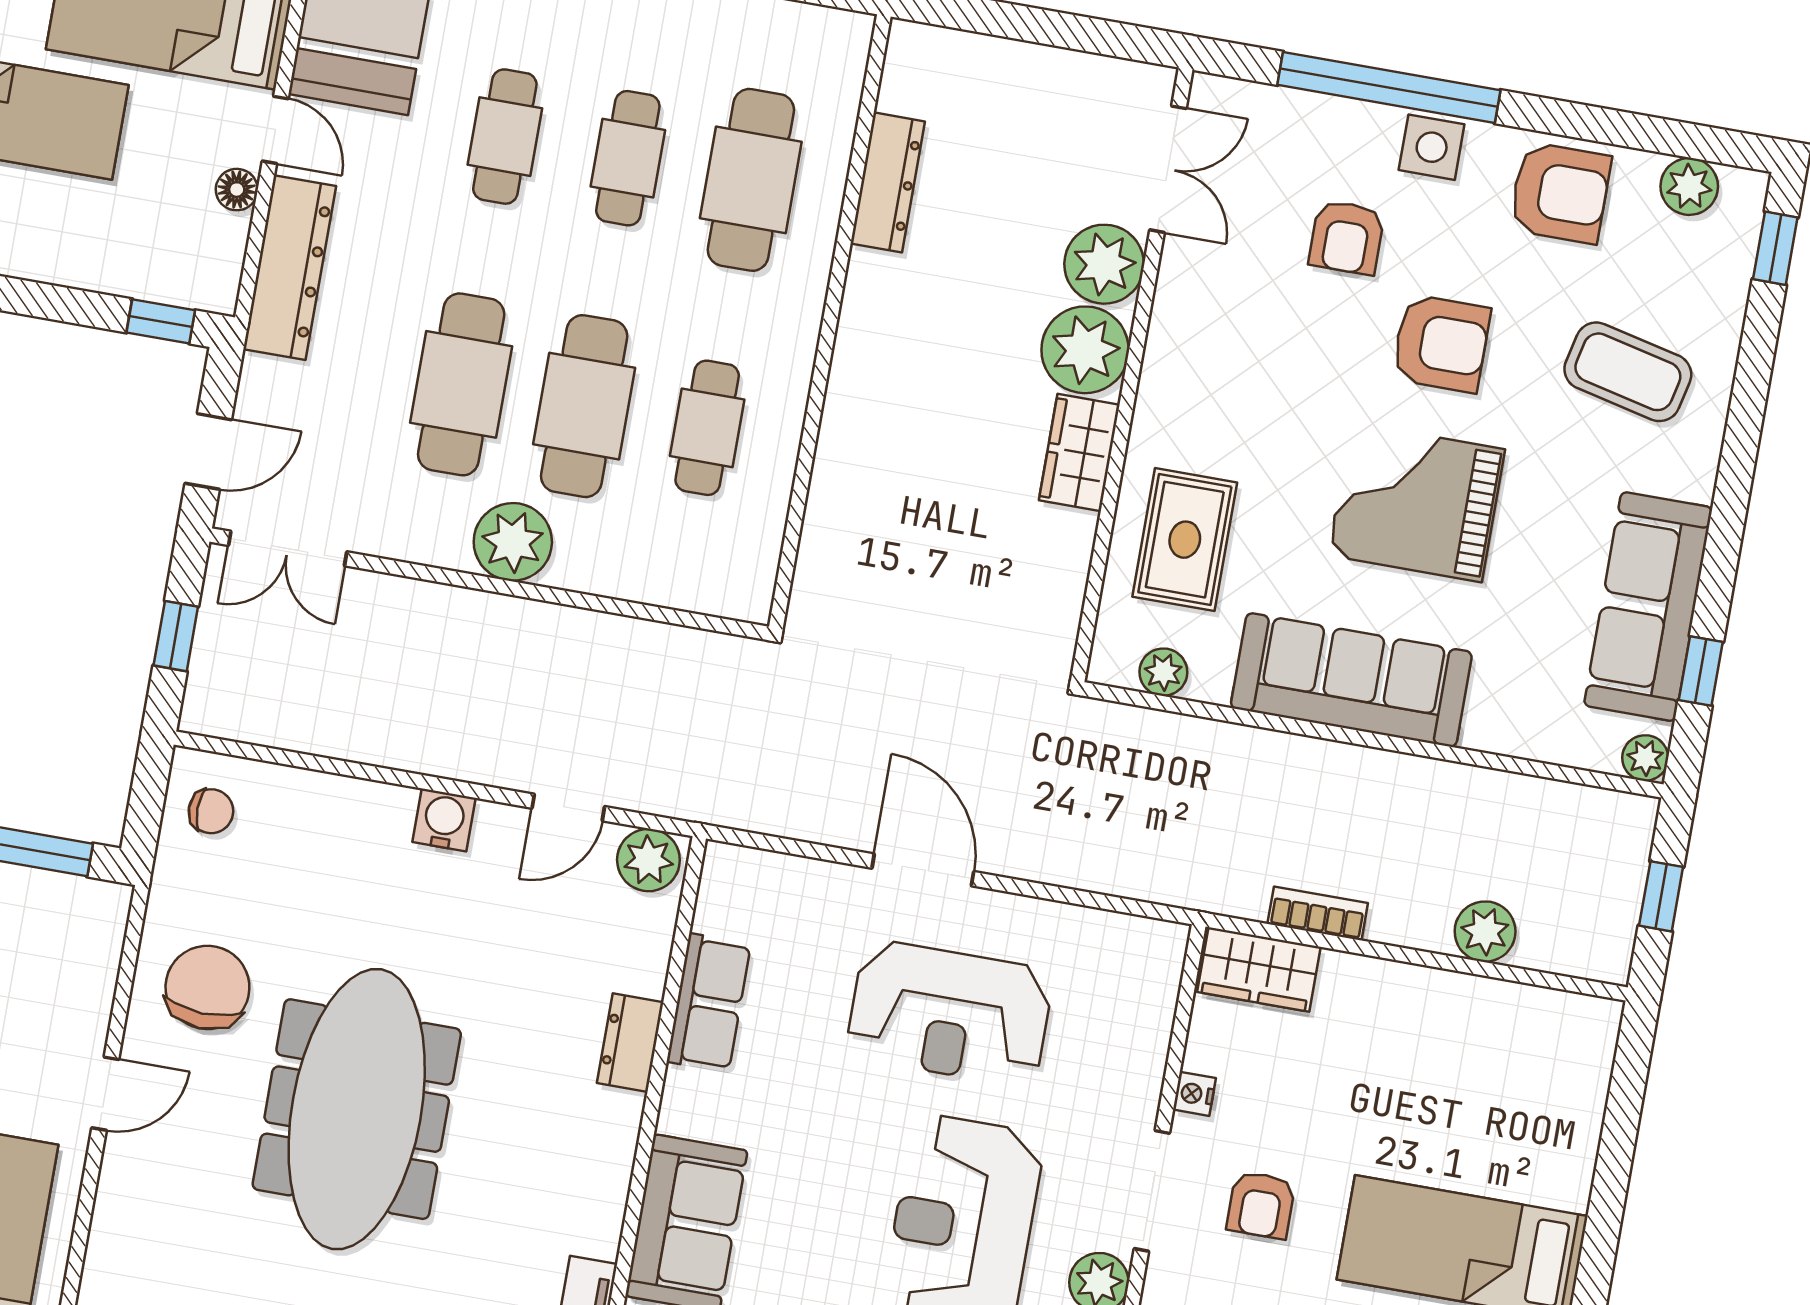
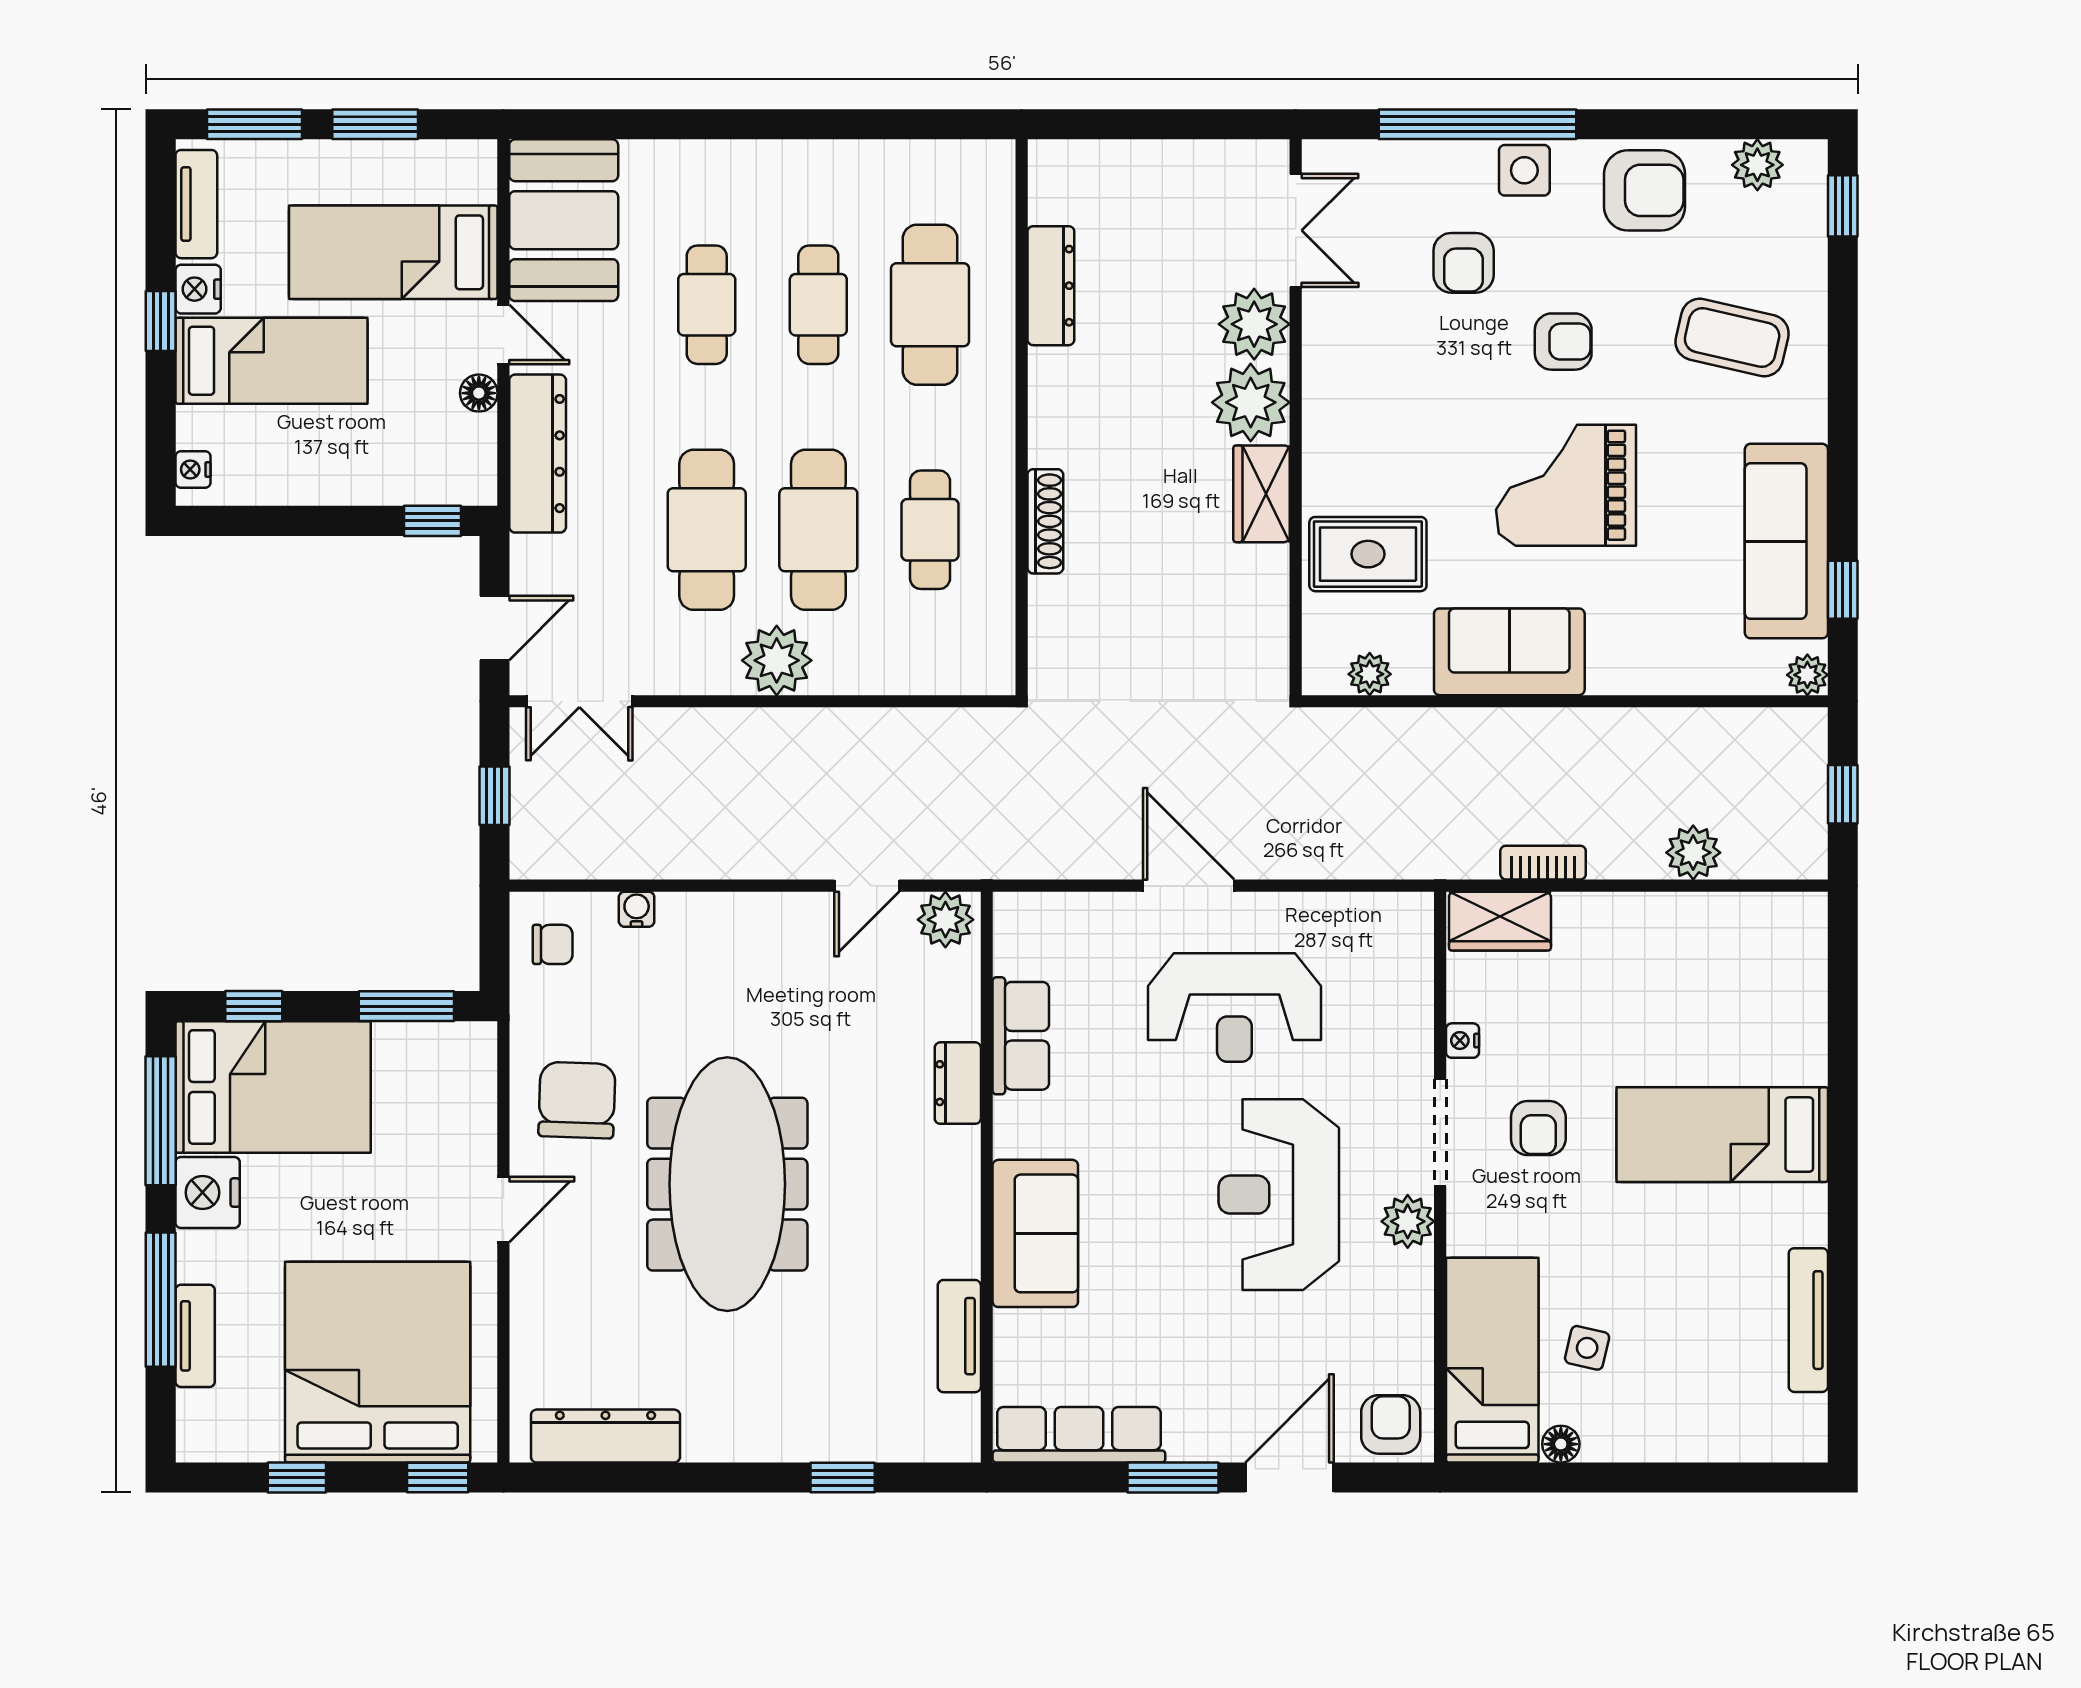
armchair: (1441, 343) -> (1563, 342), width x0.72, depth x0.72
shoe rack: (836, 441) -> (1045, 521), added
rug: (1185, 540) -> (1368, 554), turned 90
sofa: (1351, 680) -> (1509, 652), width x0.73
water cooler: (444, 820) -> (637, 909), moved, width x0.72, depth x0.72

